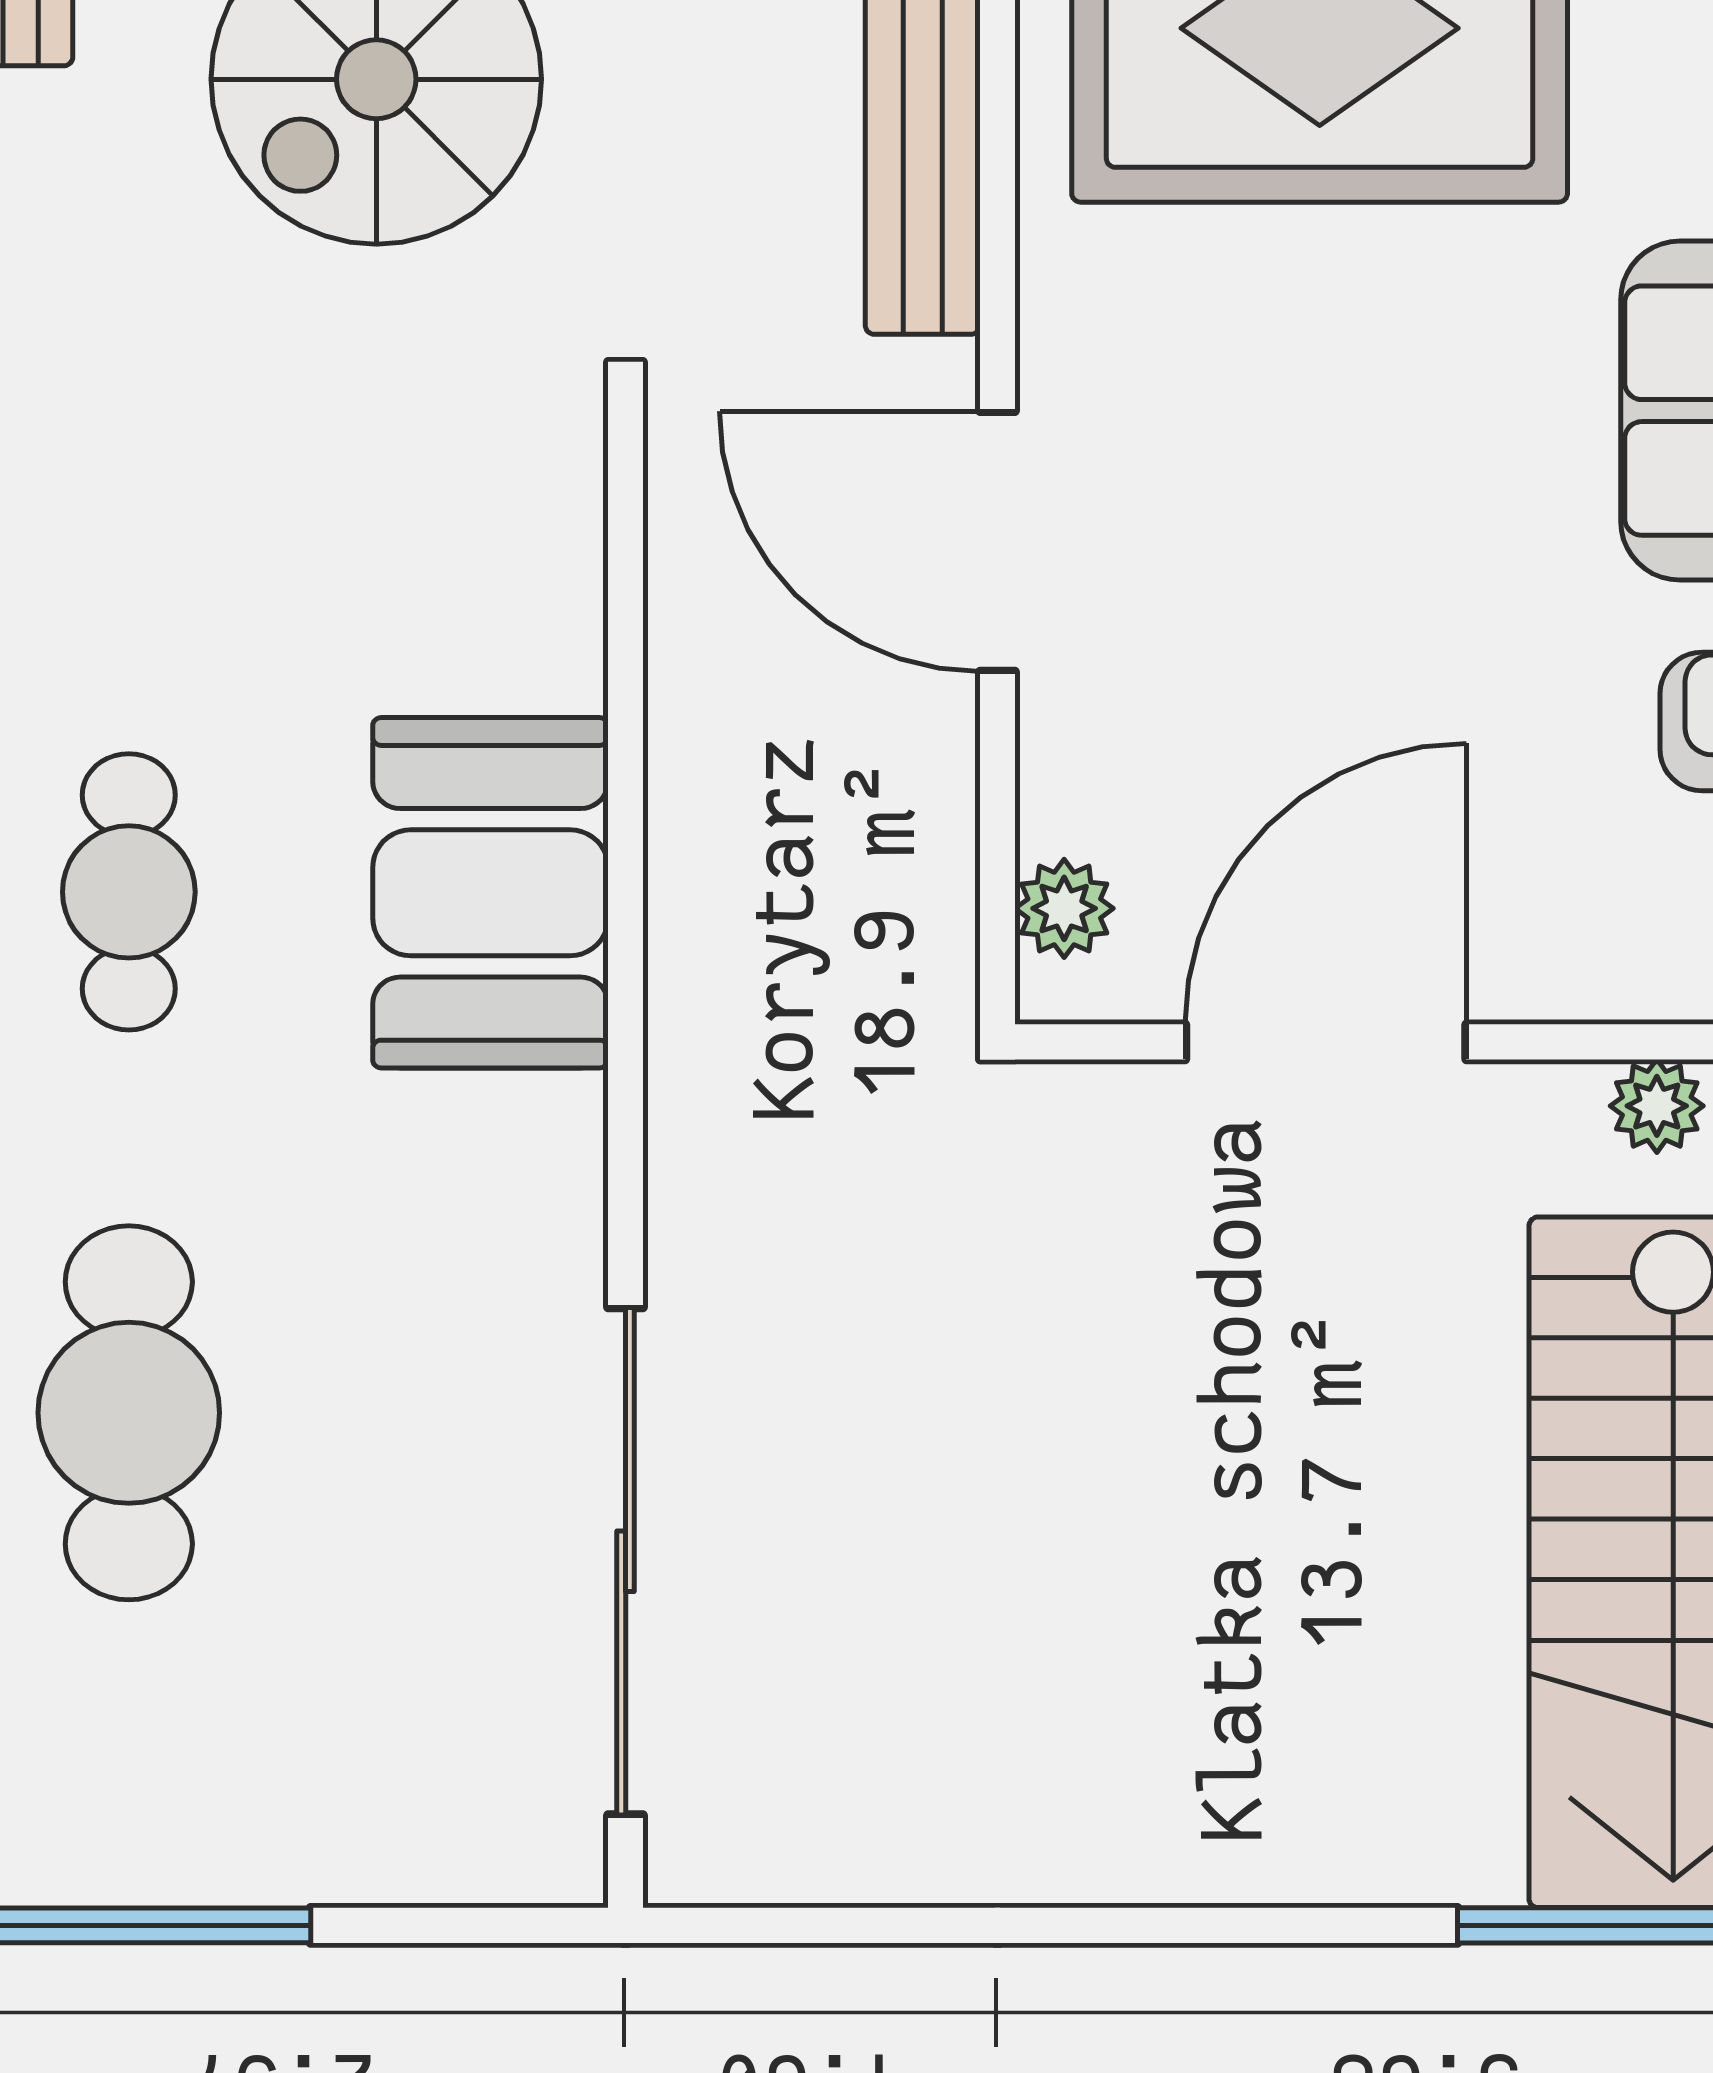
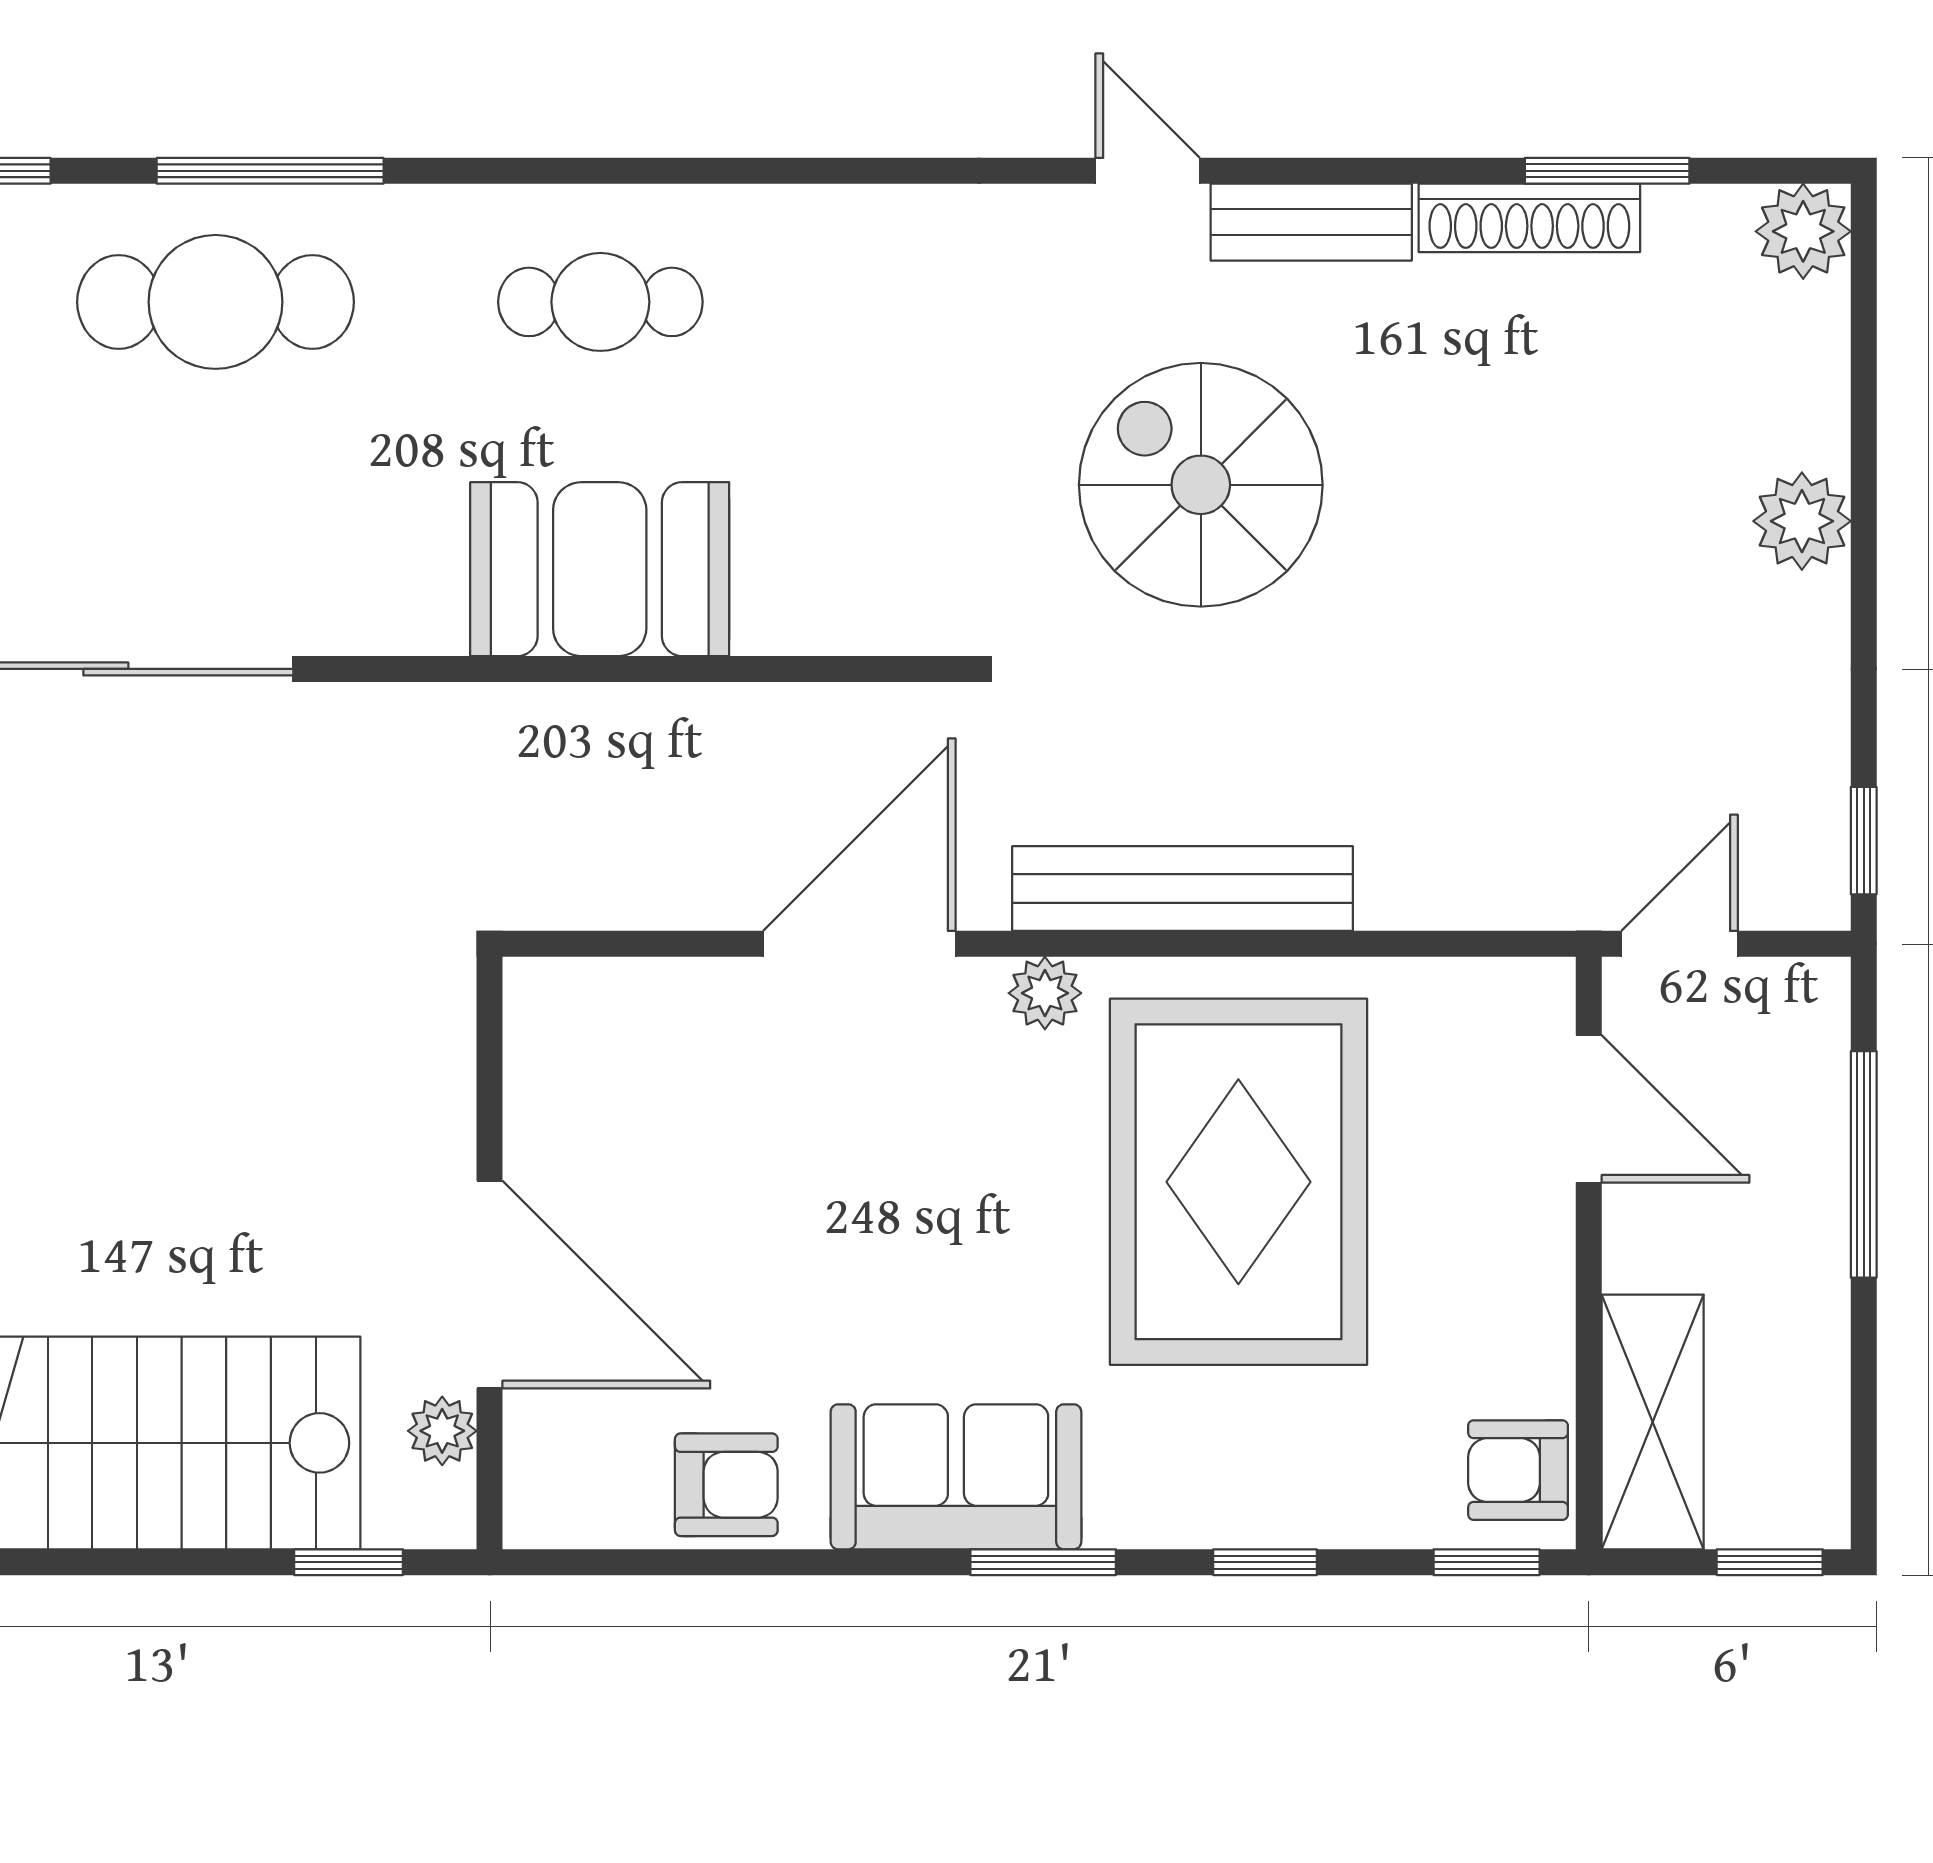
plant: (1064, 908) -> (1045, 993), moved
door: (1326, 1042) -> (490, 1285), moved

